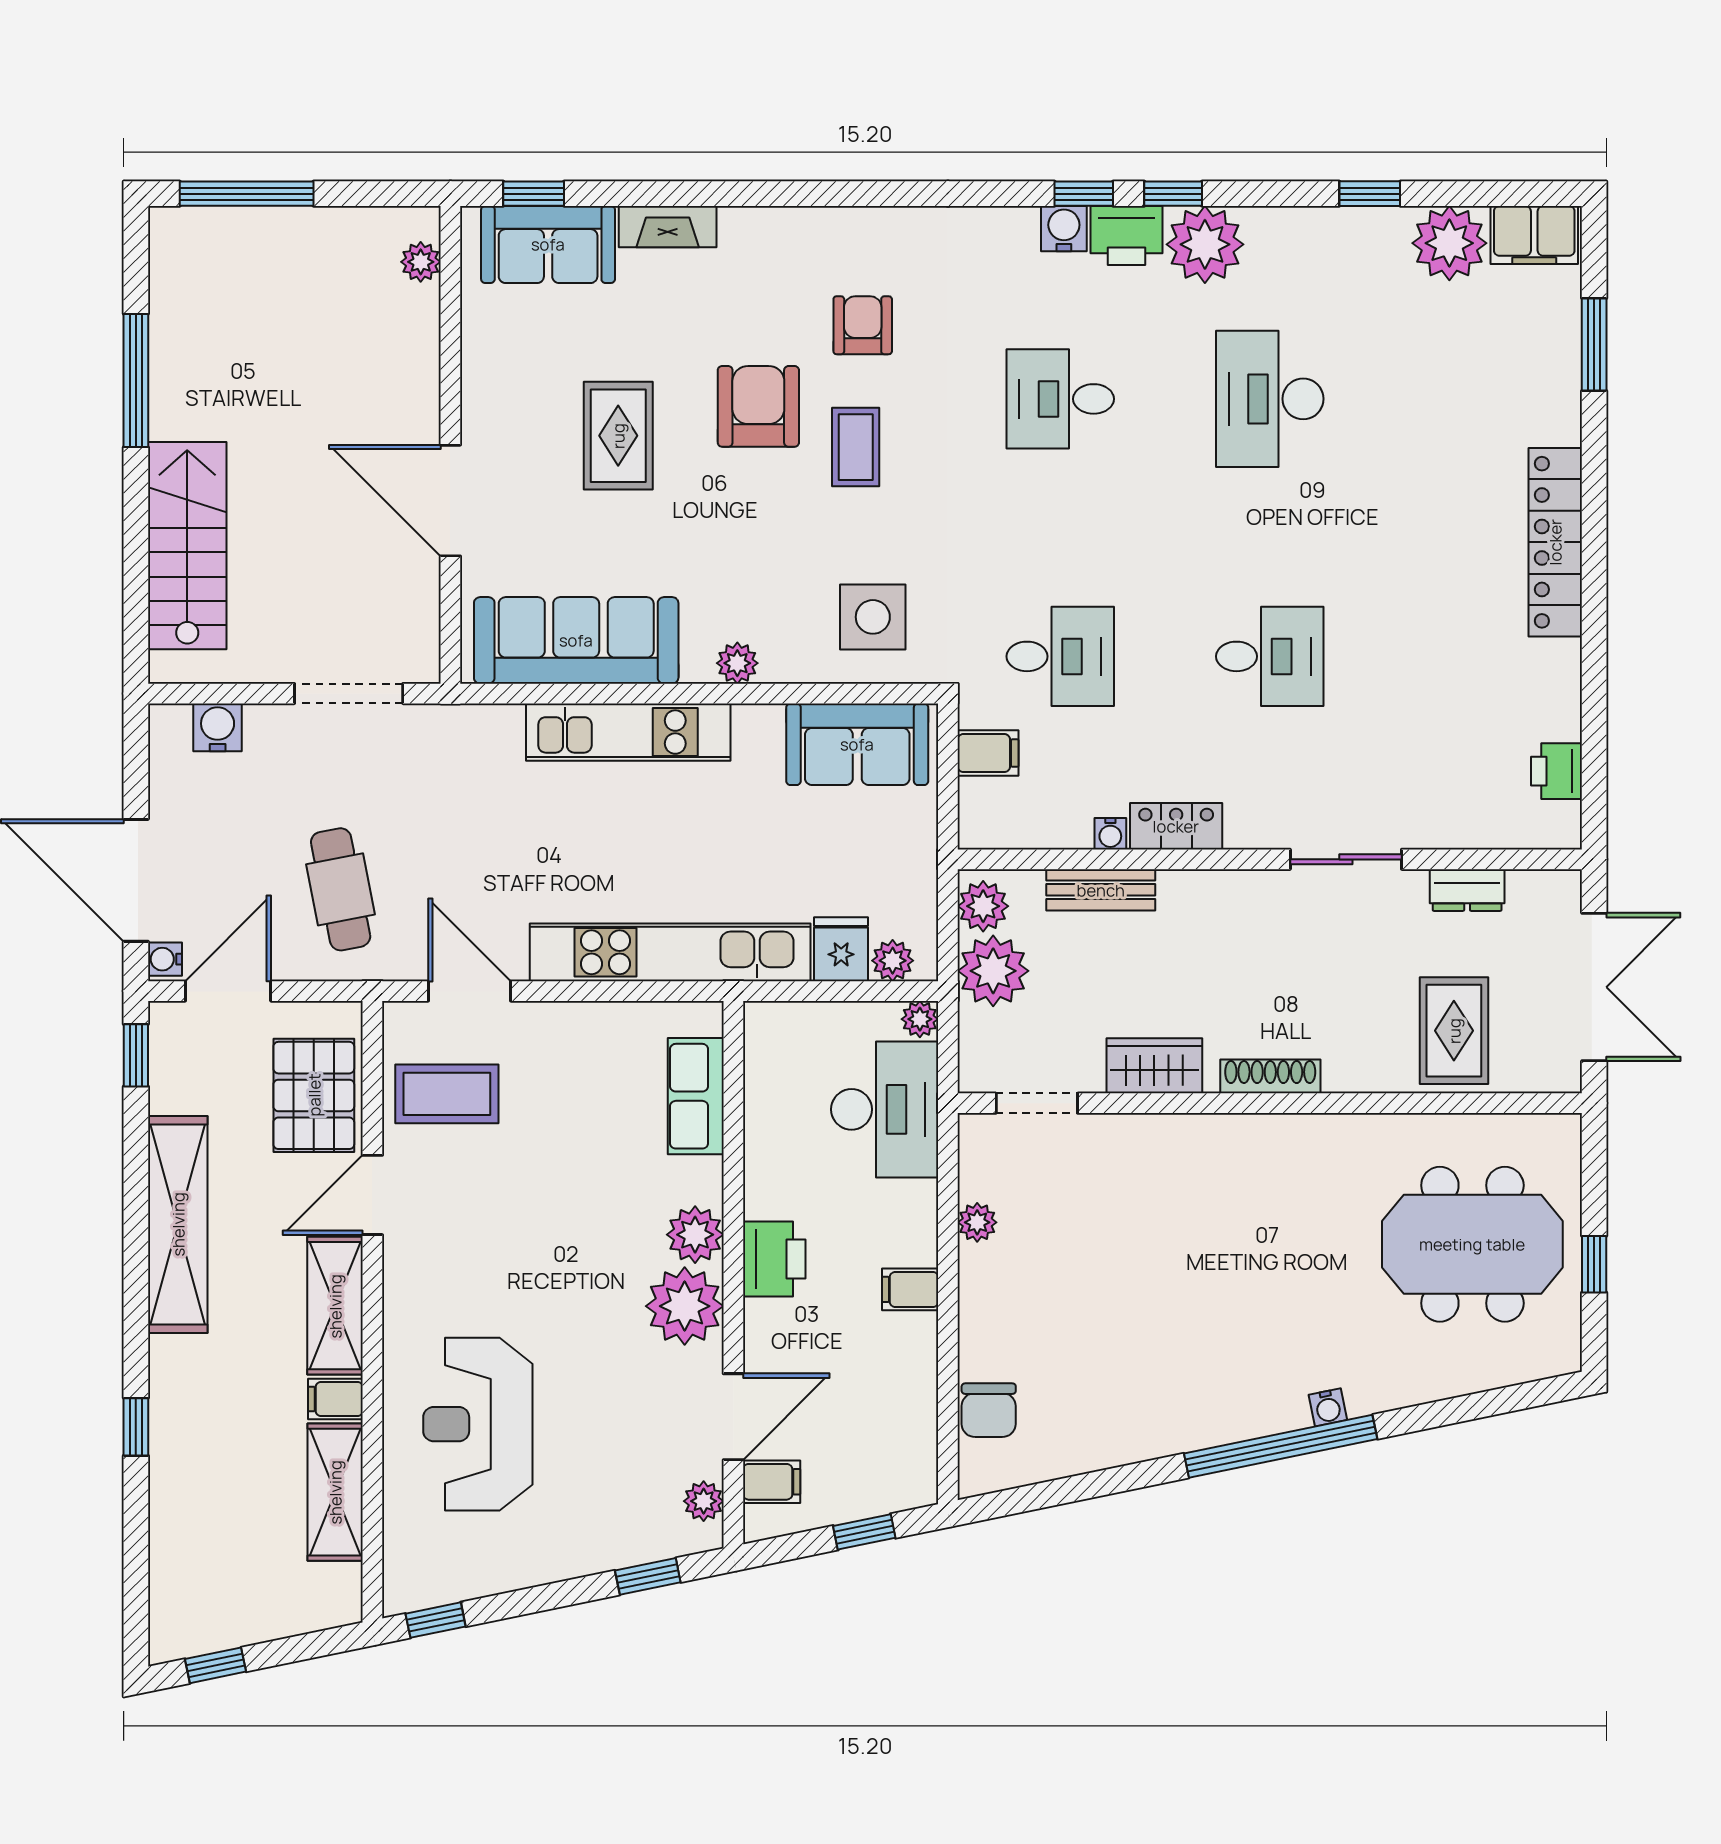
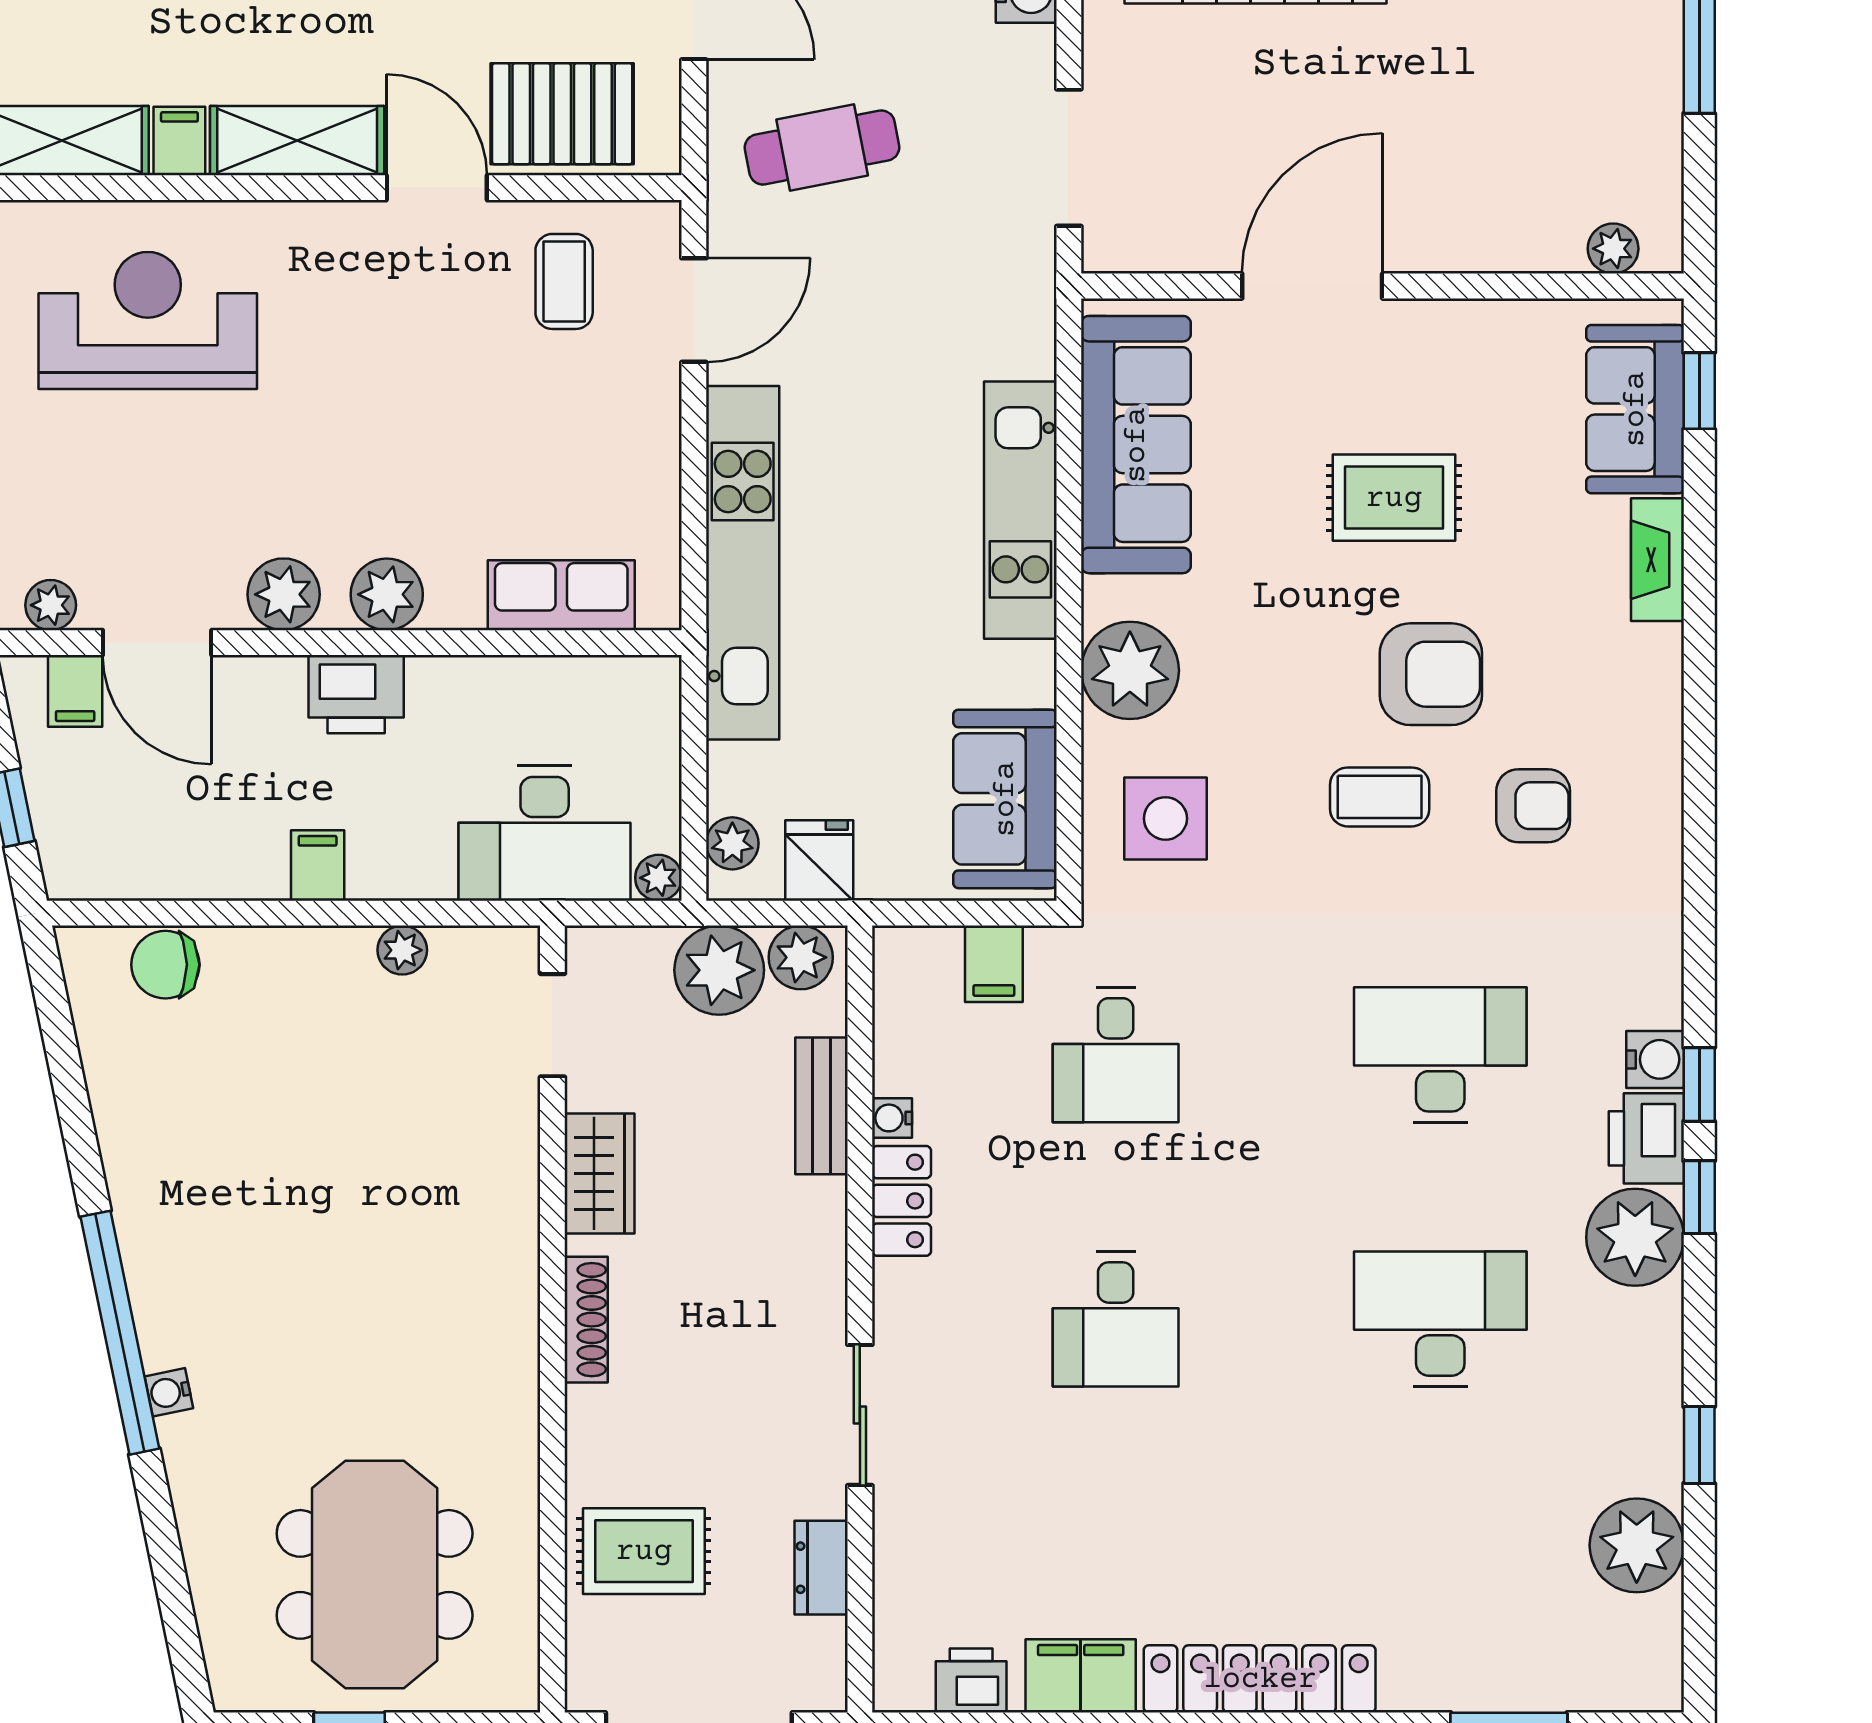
filing cabinet: (1534, 235) -> (1081, 1676), moved, turned 90
desk: (1060, 399) -> (1440, 1055), width x1.37
plant: (737, 663) -> (1130, 670), width x1.88, depth x1.88
fridge: (841, 949) -> (819, 861), moved, turned -90
coffee table: (447, 1094) -> (564, 281), width x0.73, depth x0.77
plant: (685, 1306) -> (284, 594), width x0.73, depth x0.73

